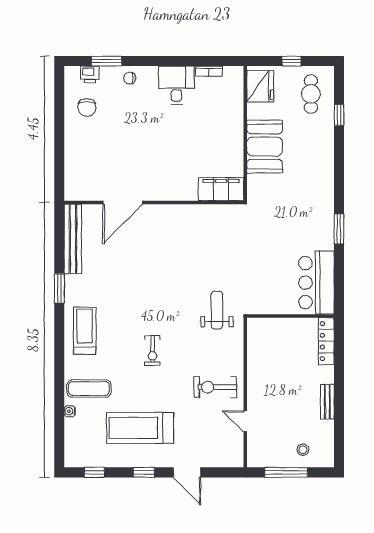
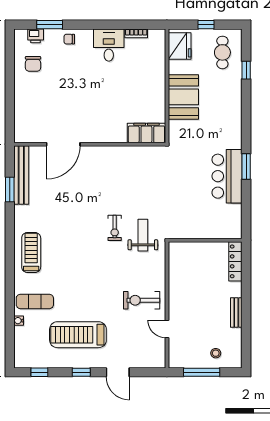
bar counter: (316, 283) -> (227, 176), moved
window: (59, 288) -> (10, 190), moved
exercise bike: (152, 350) -> (115, 228), moved

